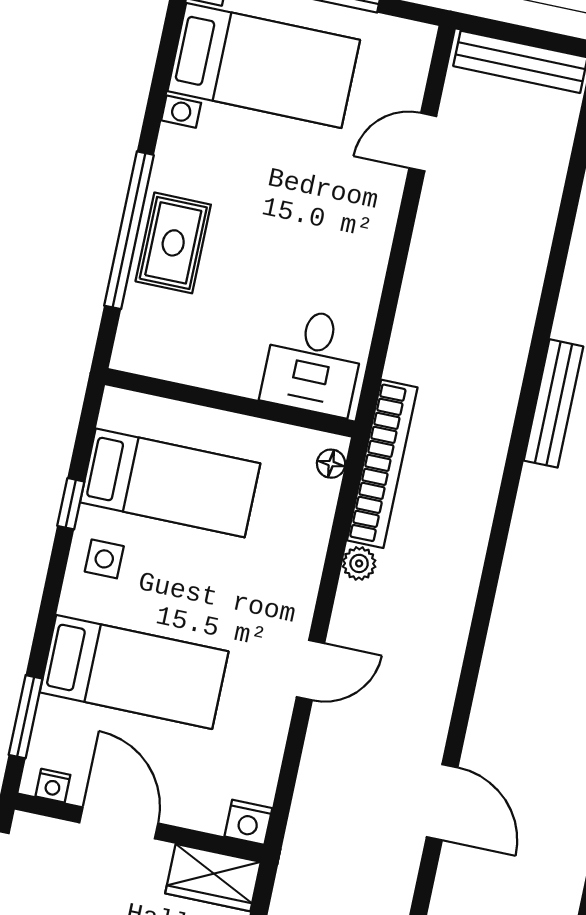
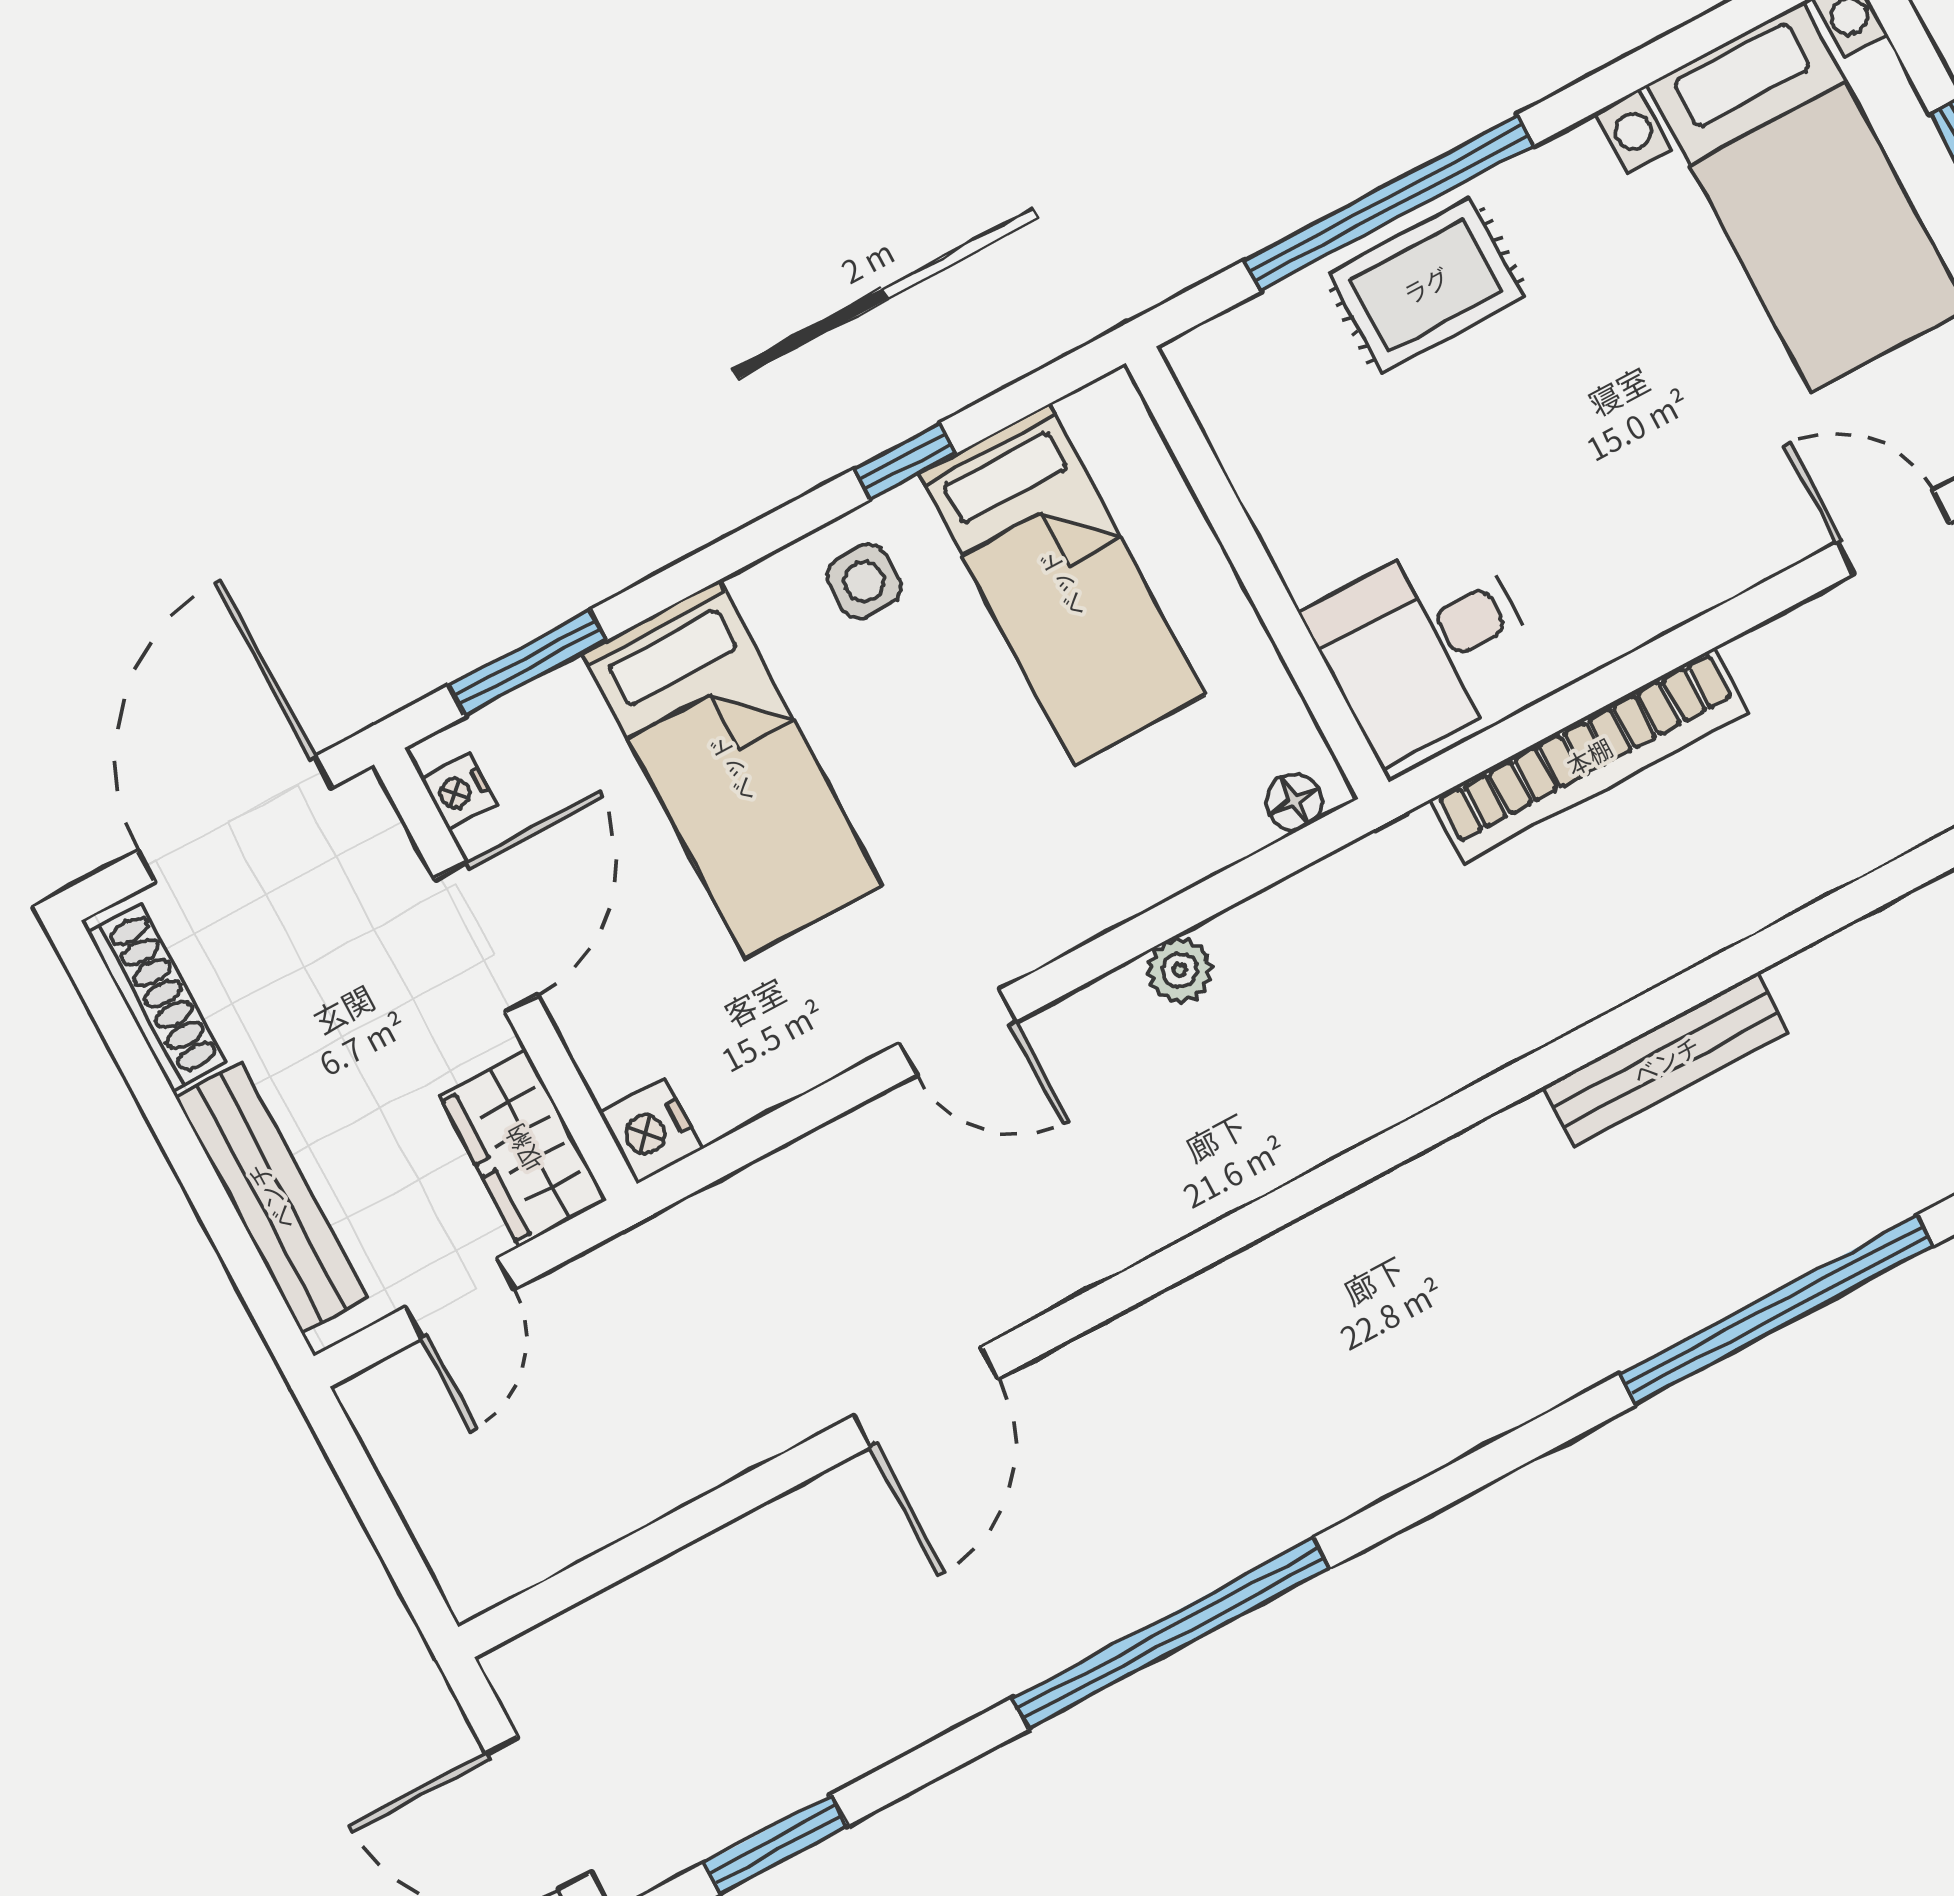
bookcase: (382, 464) -> (1589, 756), moved

